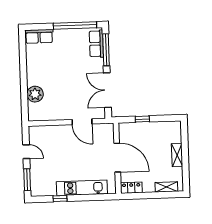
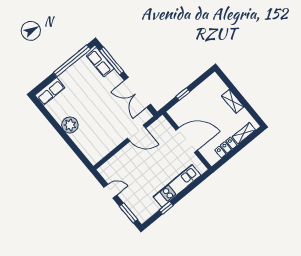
plant: (35, 94) -> (70, 125), moved
locker: (131, 188) -> (226, 148), moved

